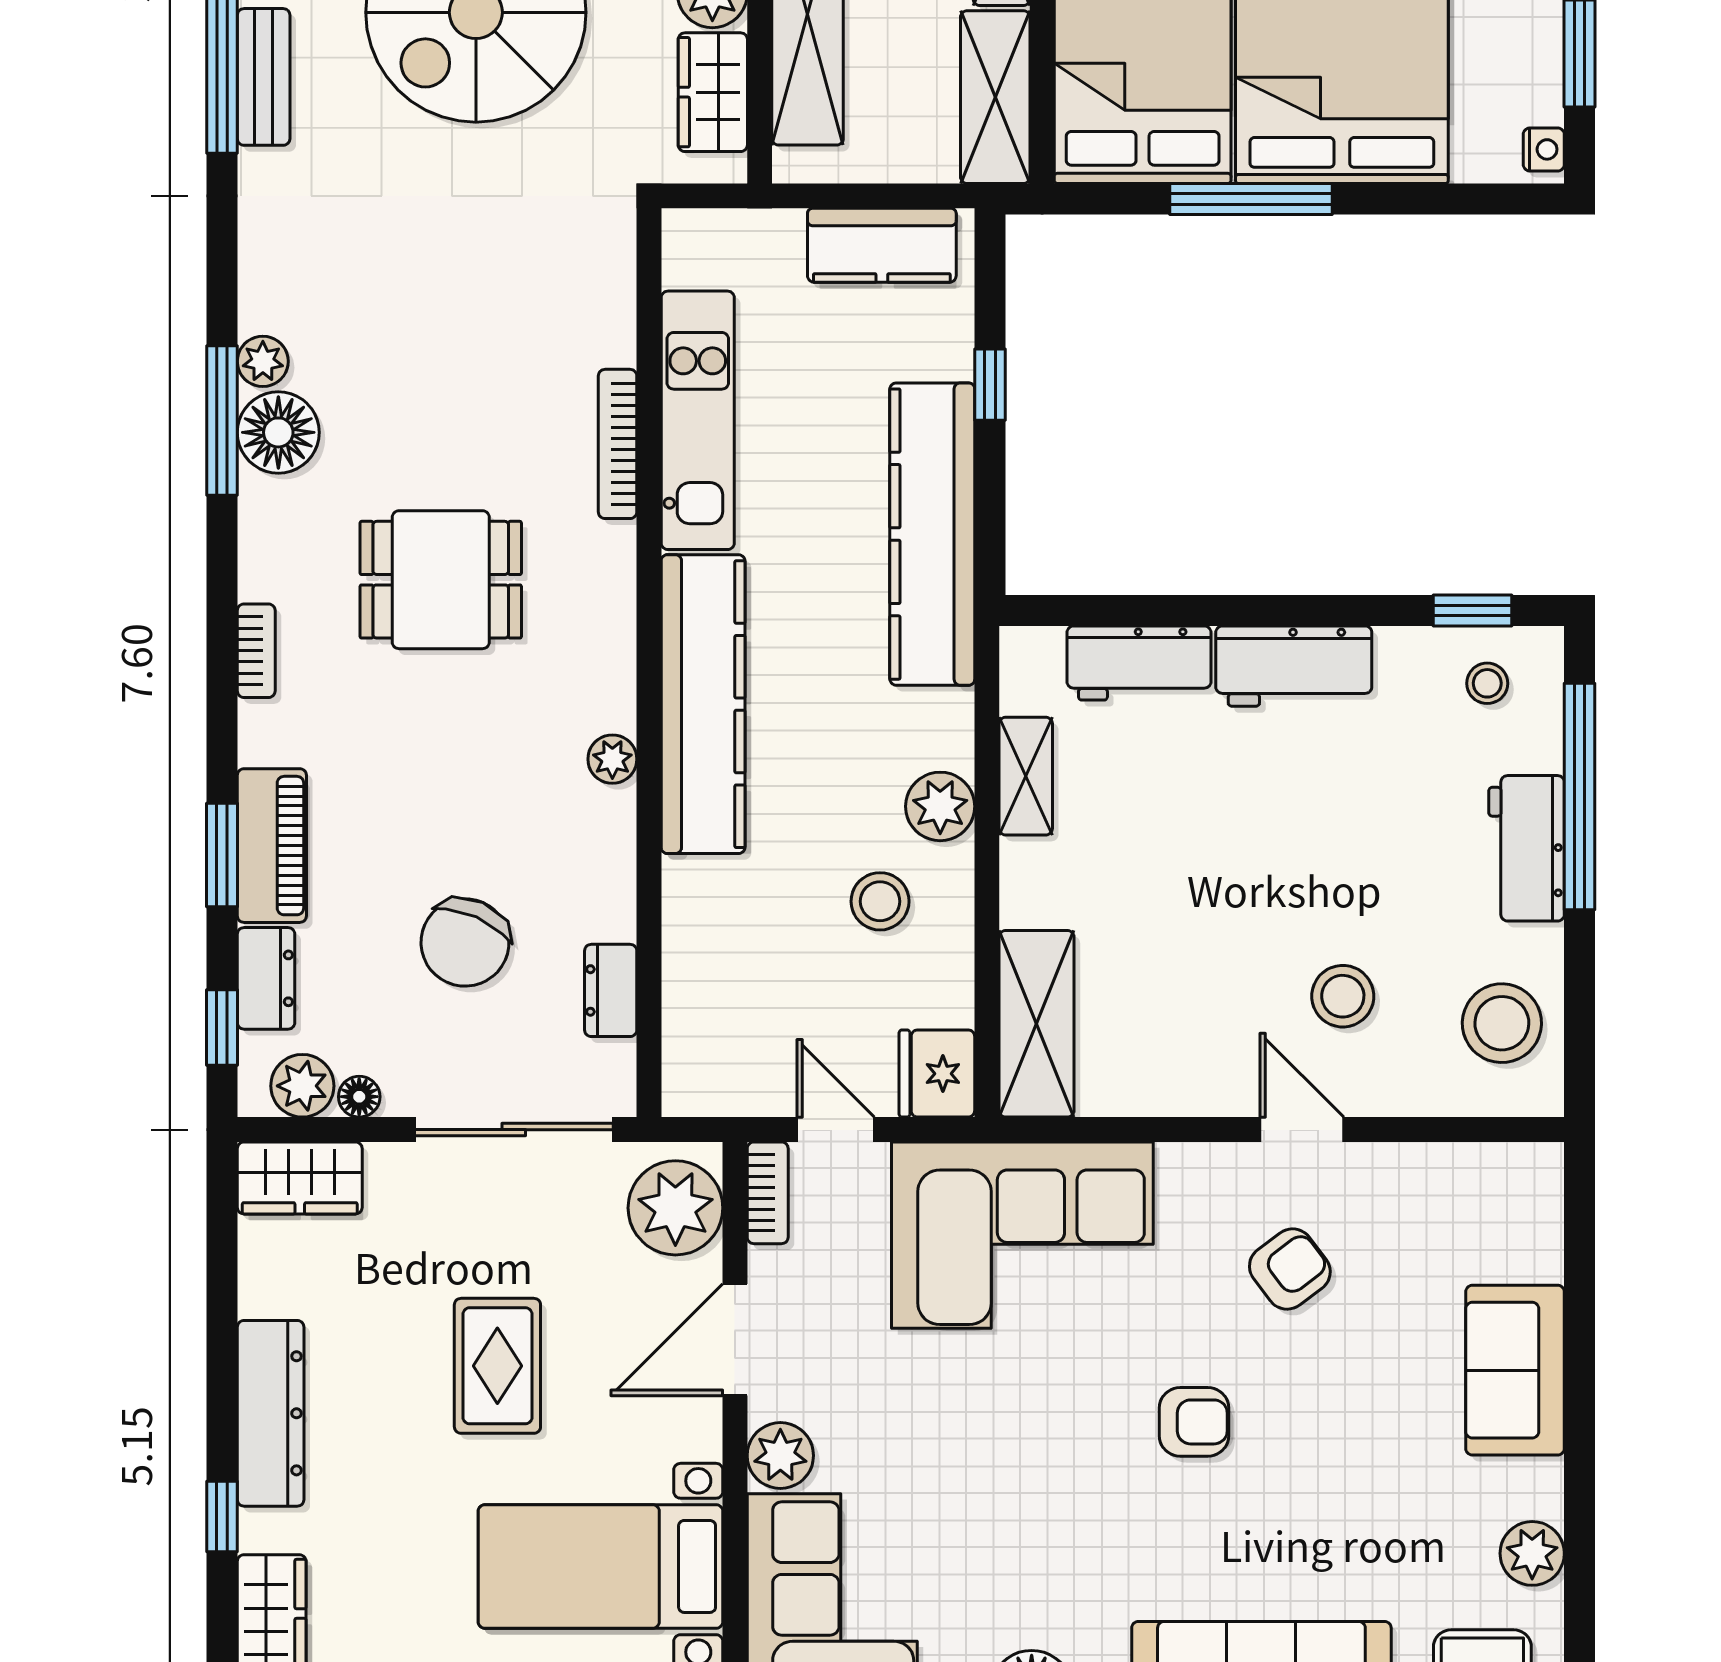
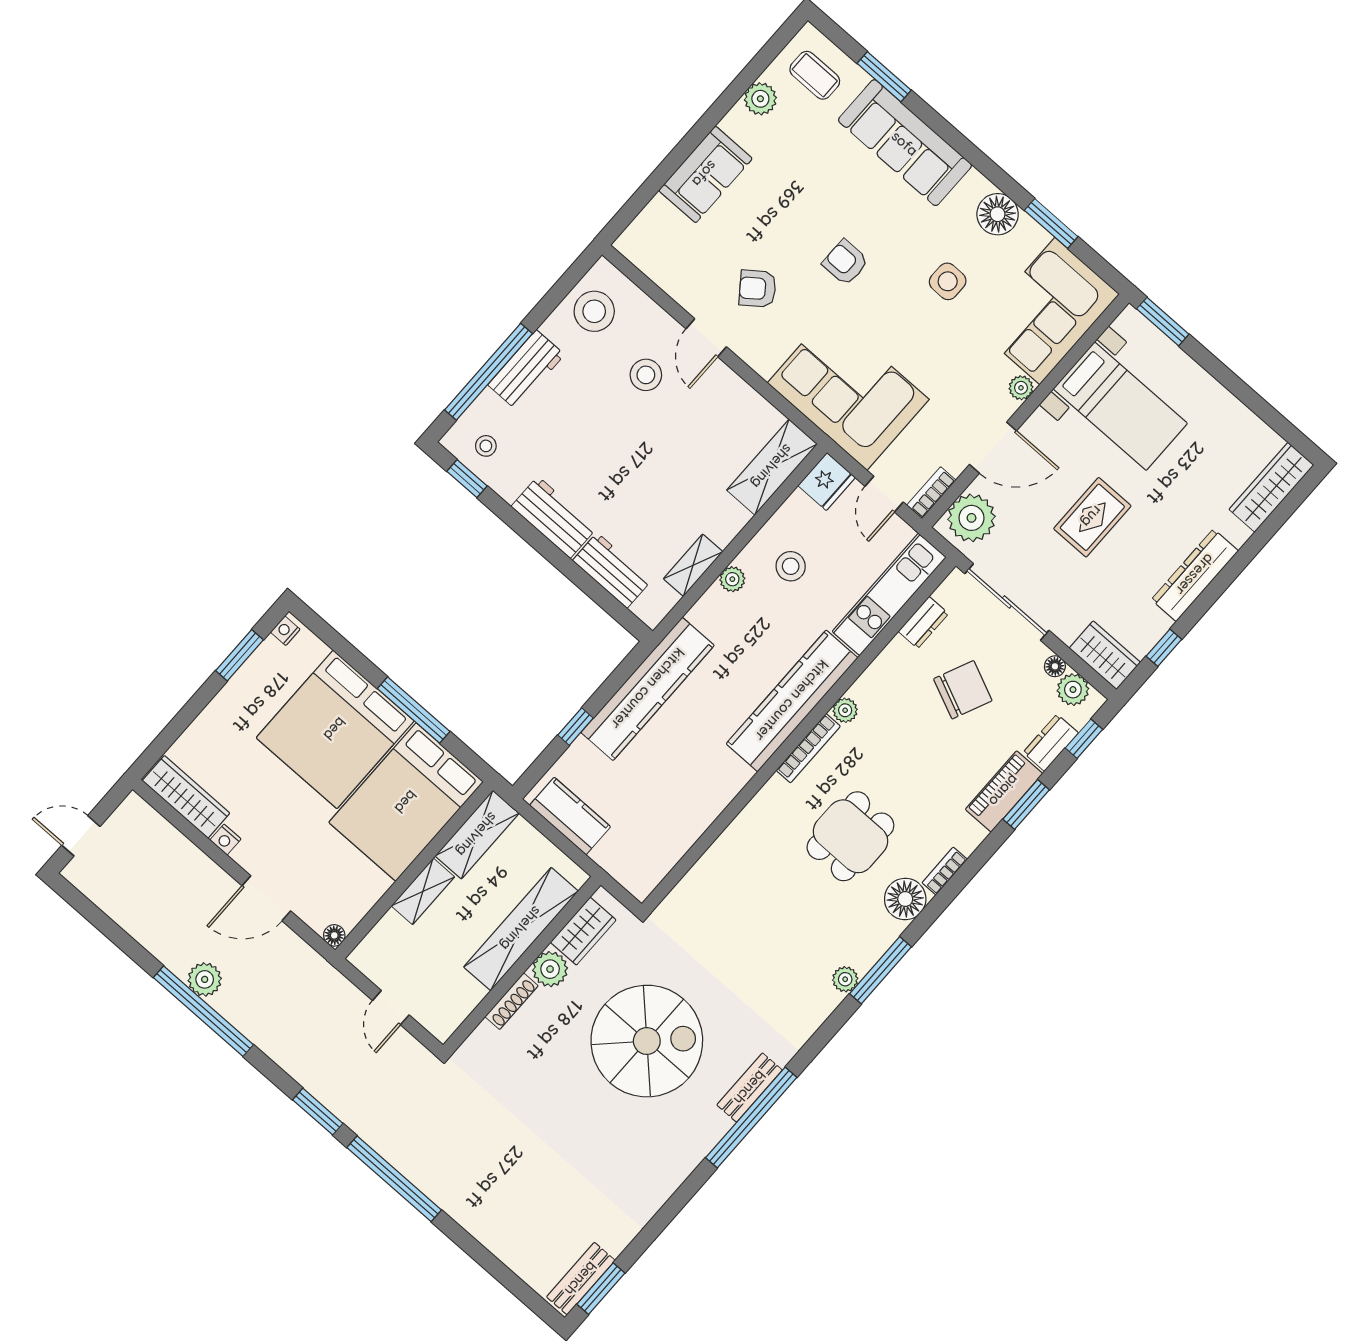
kitchen unit: (698, 420) -> (889, 594), moved
floor lamp: (278, 432) -> (905, 899), moved
bookcase: (618, 444) -> (808, 748), moved
dining table: (441, 580) -> (850, 836), turned 90
plant: (940, 806) -> (732, 579), width x0.73, depth x0.73
plant: (780, 1456) -> (1021, 388), width x0.73, depth x0.73
window: (222, 1516) -> (1164, 648), moved
side table: (1018, 1527) -> (948, 281), added

